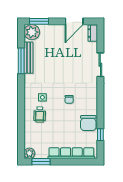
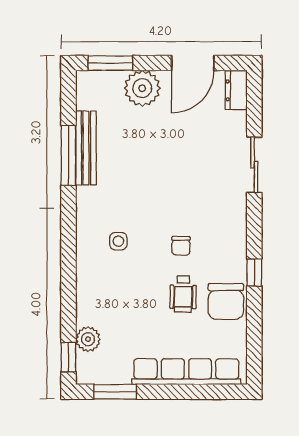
plant: (32, 32) -> (142, 88), moved
wheelchair: (40, 115) -> (183, 294), moved
window: (100, 135) -> (254, 273), moved
window: (21, 147) -> (68, 357), added
plant: (29, 153) -> (88, 339), moved

